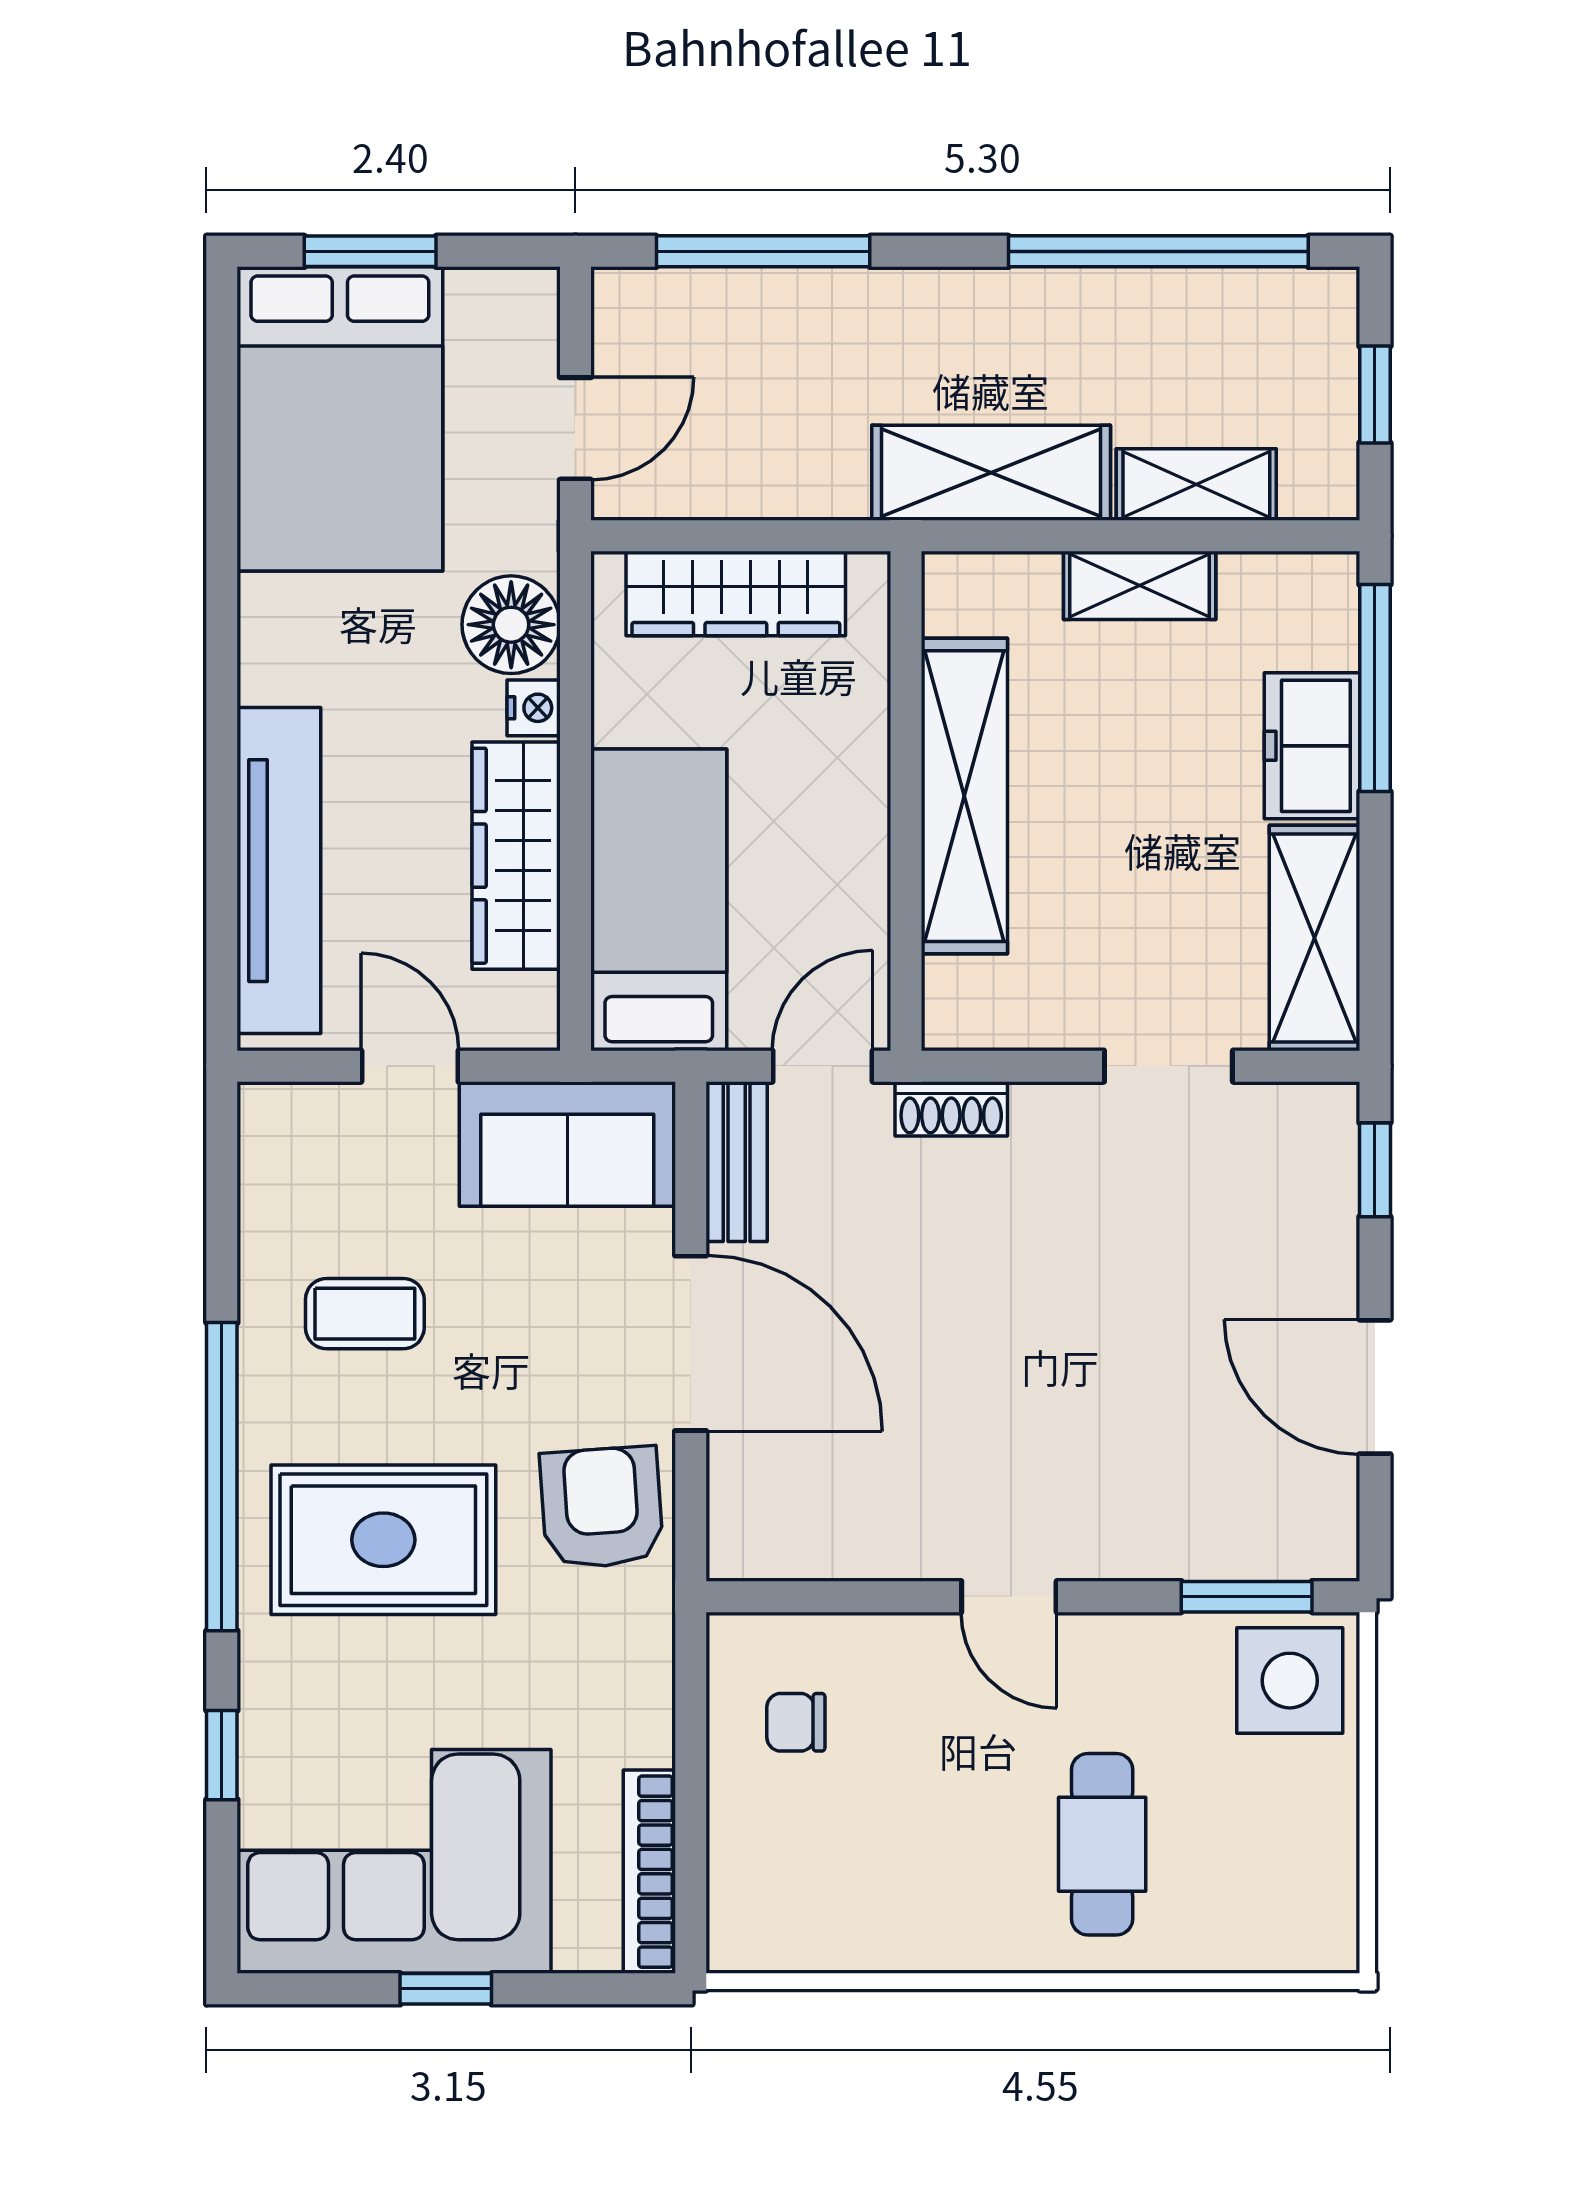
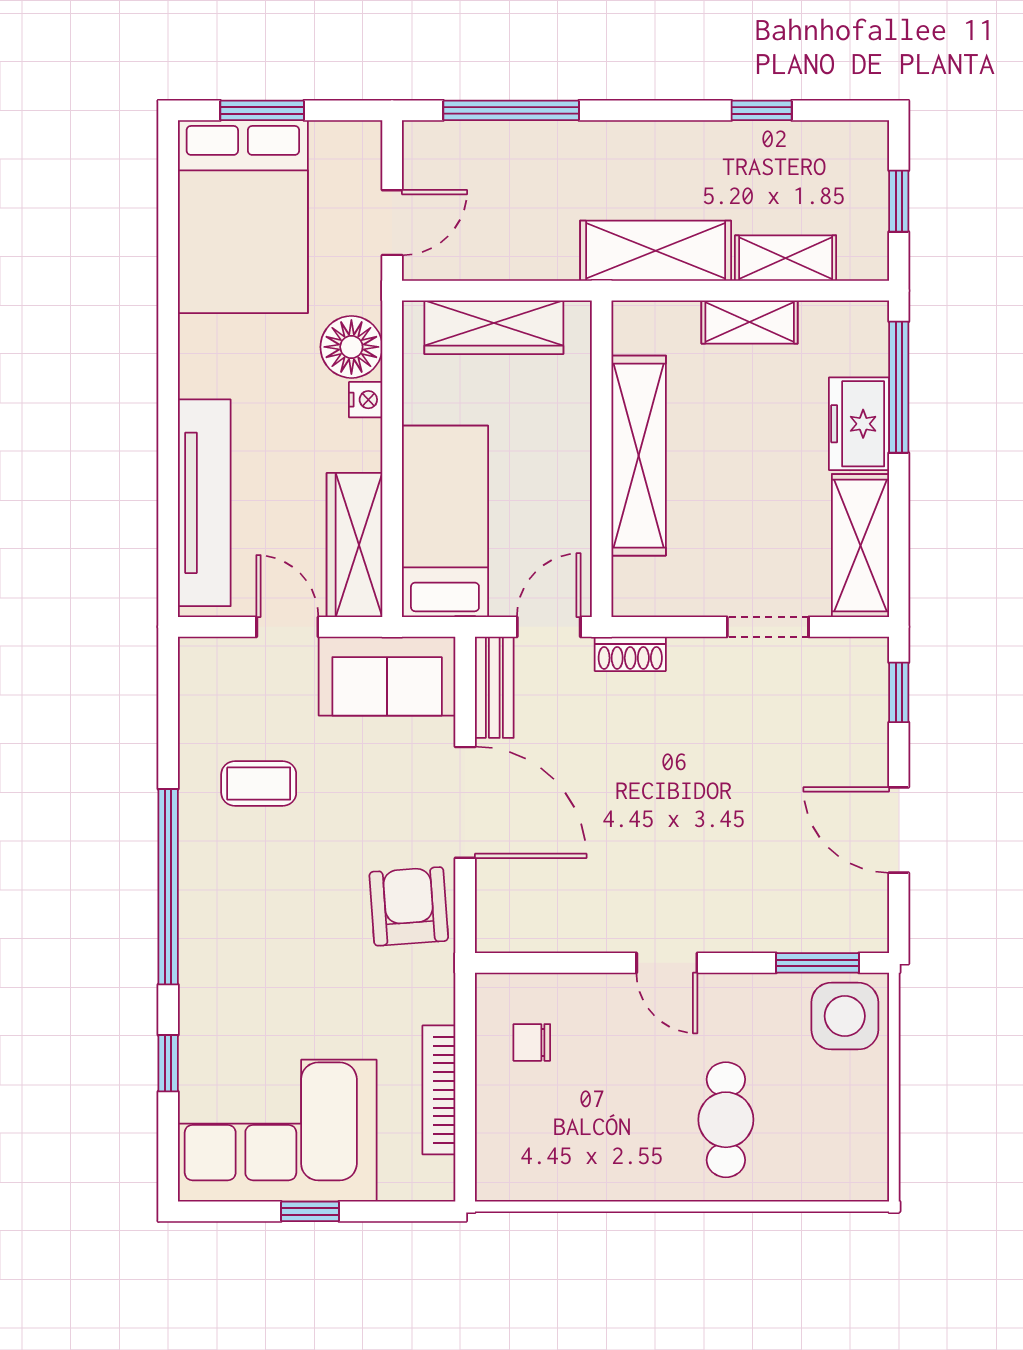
window: (1158, 251) -> (762, 110), width x0.32
wardrobe: (516, 856) -> (355, 545), moved
rug: (383, 1540) -> (270, 927), removed
bookcase: (649, 1872) -> (439, 1090), moved

